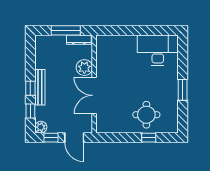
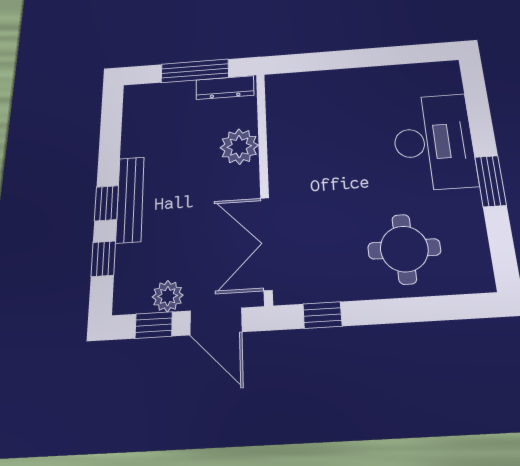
desk: (158, 50) -> (433, 142), moved, turned 90
double door: (94, 95) -> (266, 243), moved
plant: (41, 127) -> (168, 296), moved
window: (149, 138) -> (322, 315), moved

